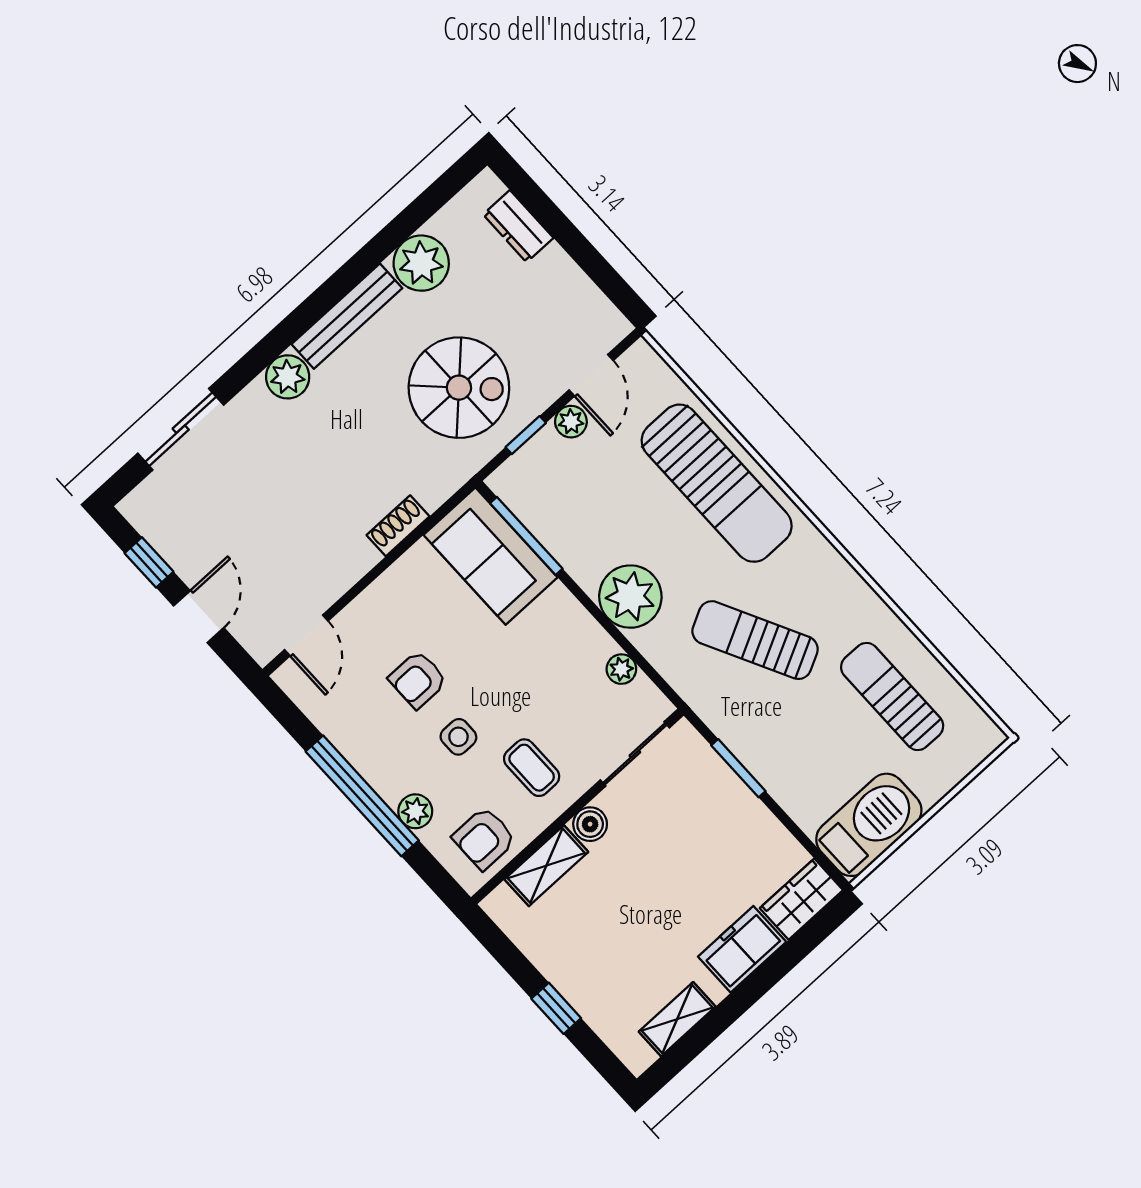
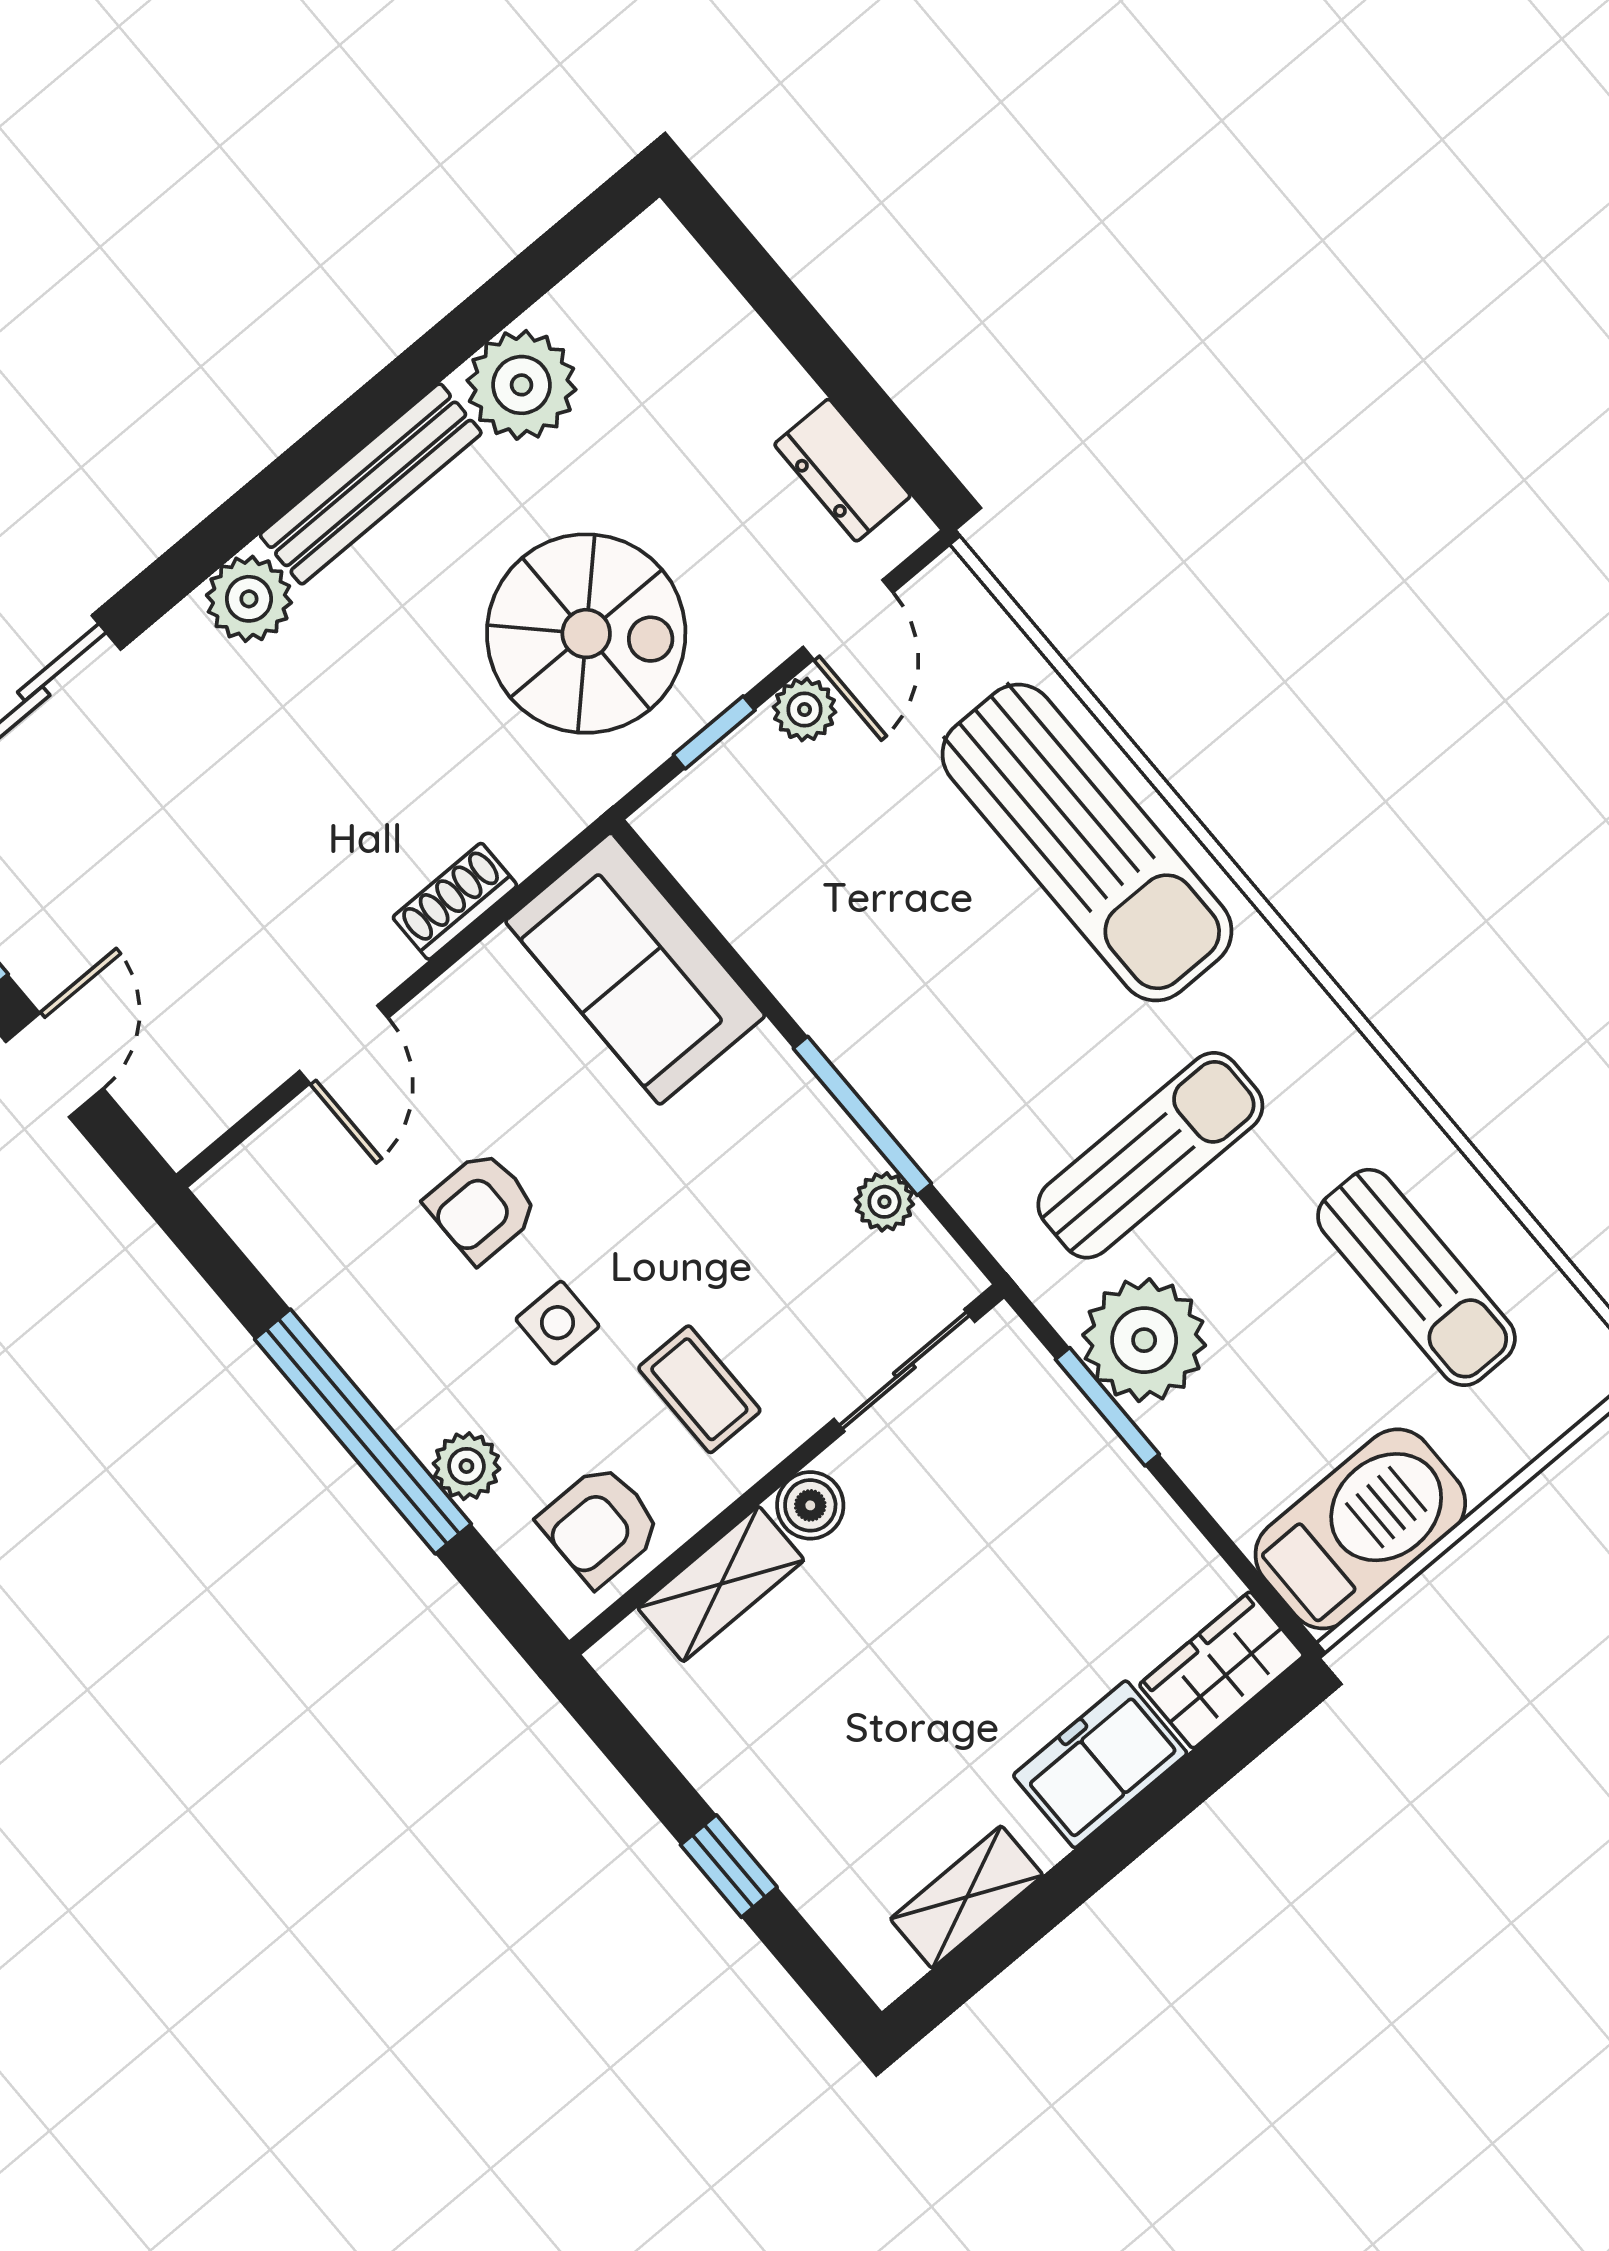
dresser: (518, 226) -> (842, 470), moved
window: (526, 536) -> (862, 1116), moved
plant: (630, 597) -> (1144, 1340), moved
door: (306, 635) -> (344, 1045), moved
sun lounger: (755, 640) -> (1150, 1155), turned 117
sun lounger: (892, 697) -> (1416, 1277), turned 180

